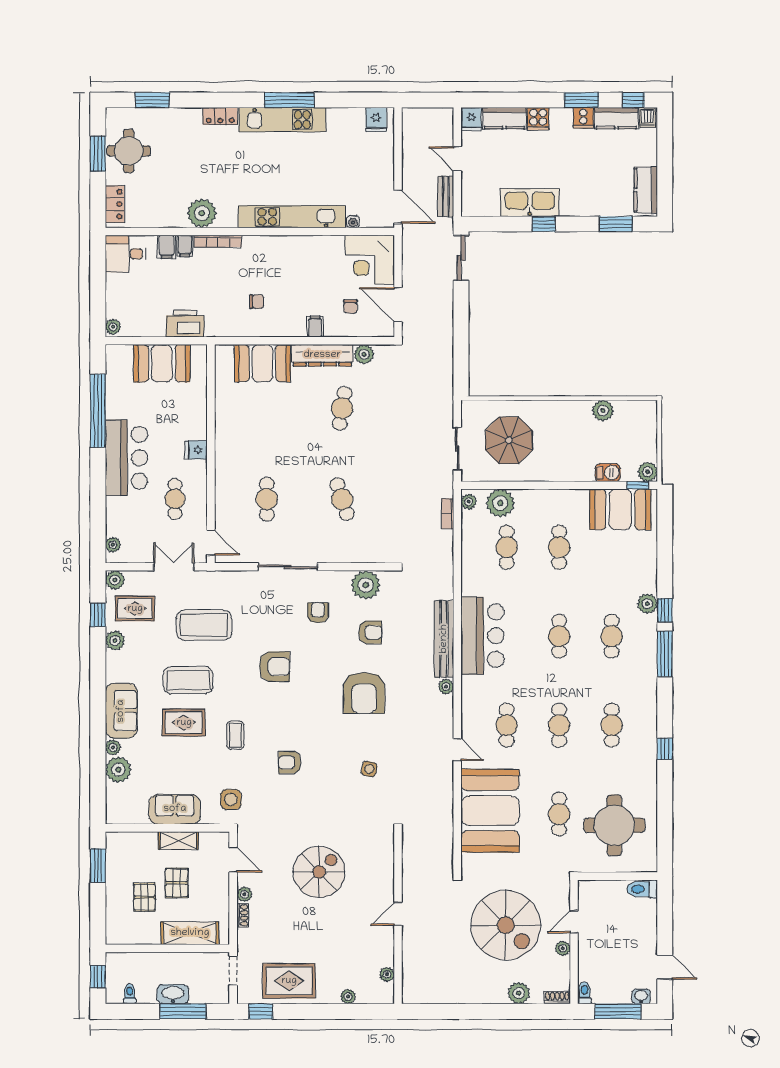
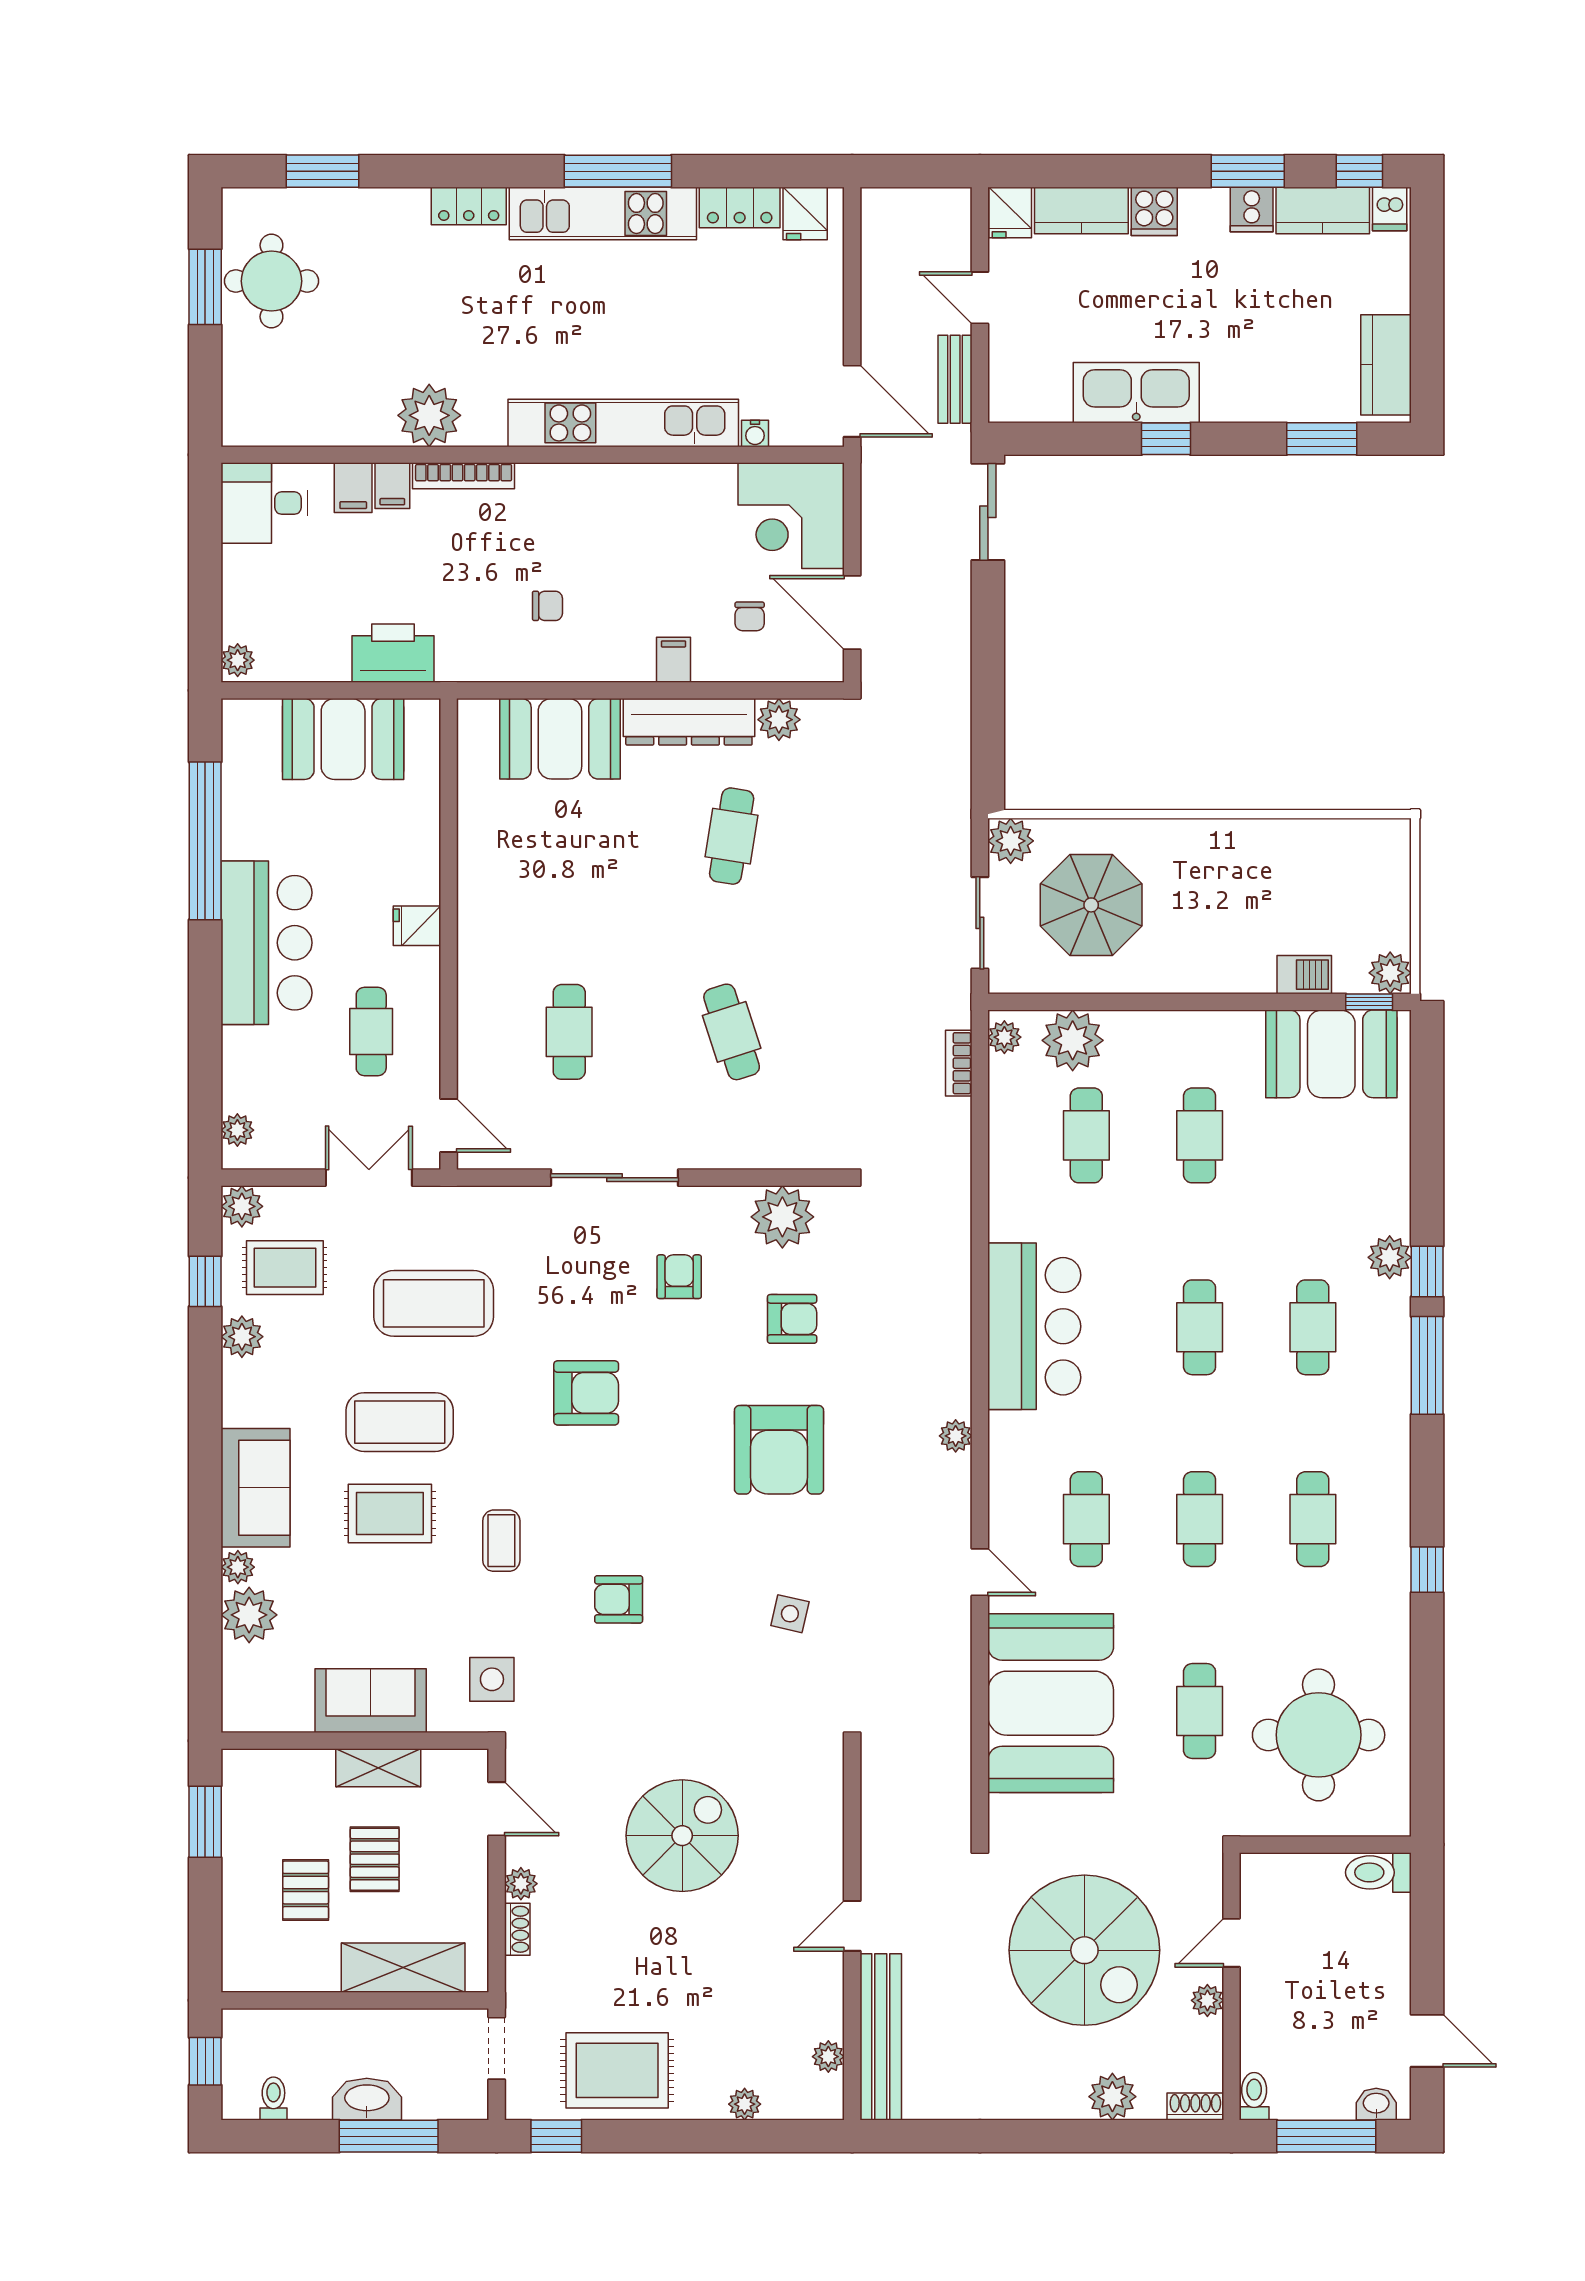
locker: (115, 204) -> (740, 207), moved, turned 90
plant: (603, 411) -> (1011, 841), moved
bench: (444, 639) -> (881, 2037), moved

